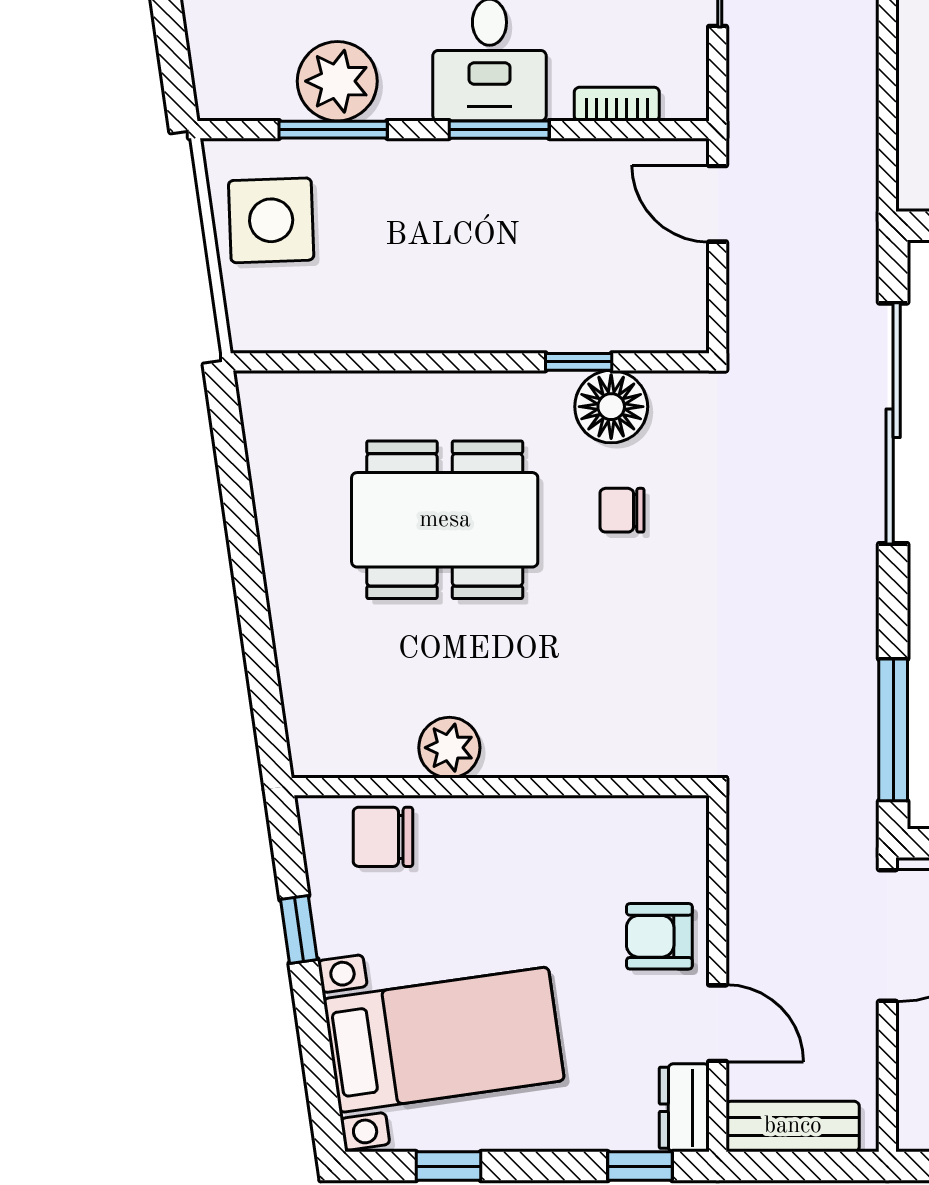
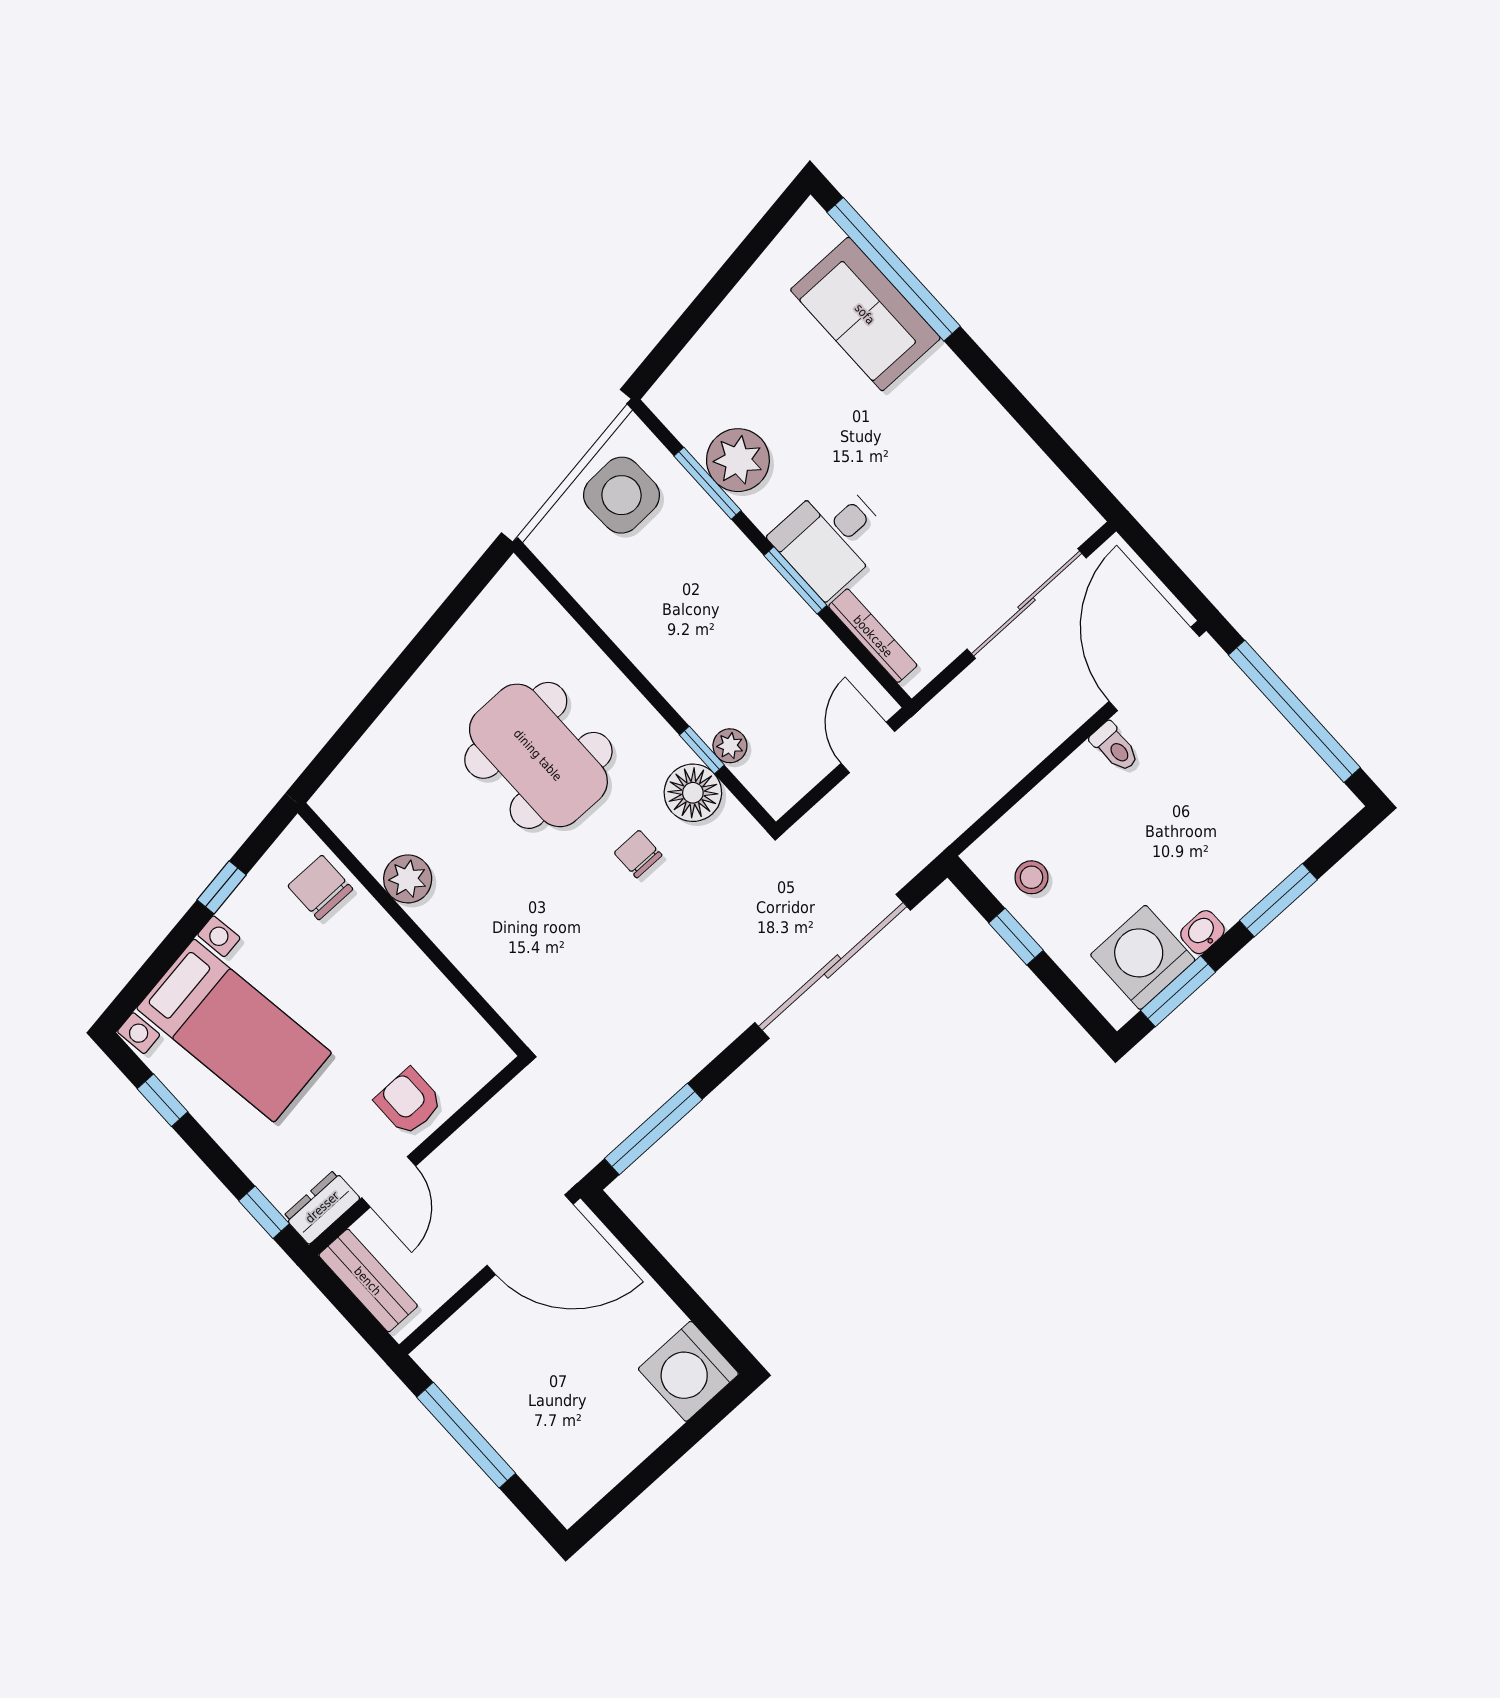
bookcase: (617, 104) -> (873, 636), width x1.56
plant: (599, 332) -> (730, 746), added

